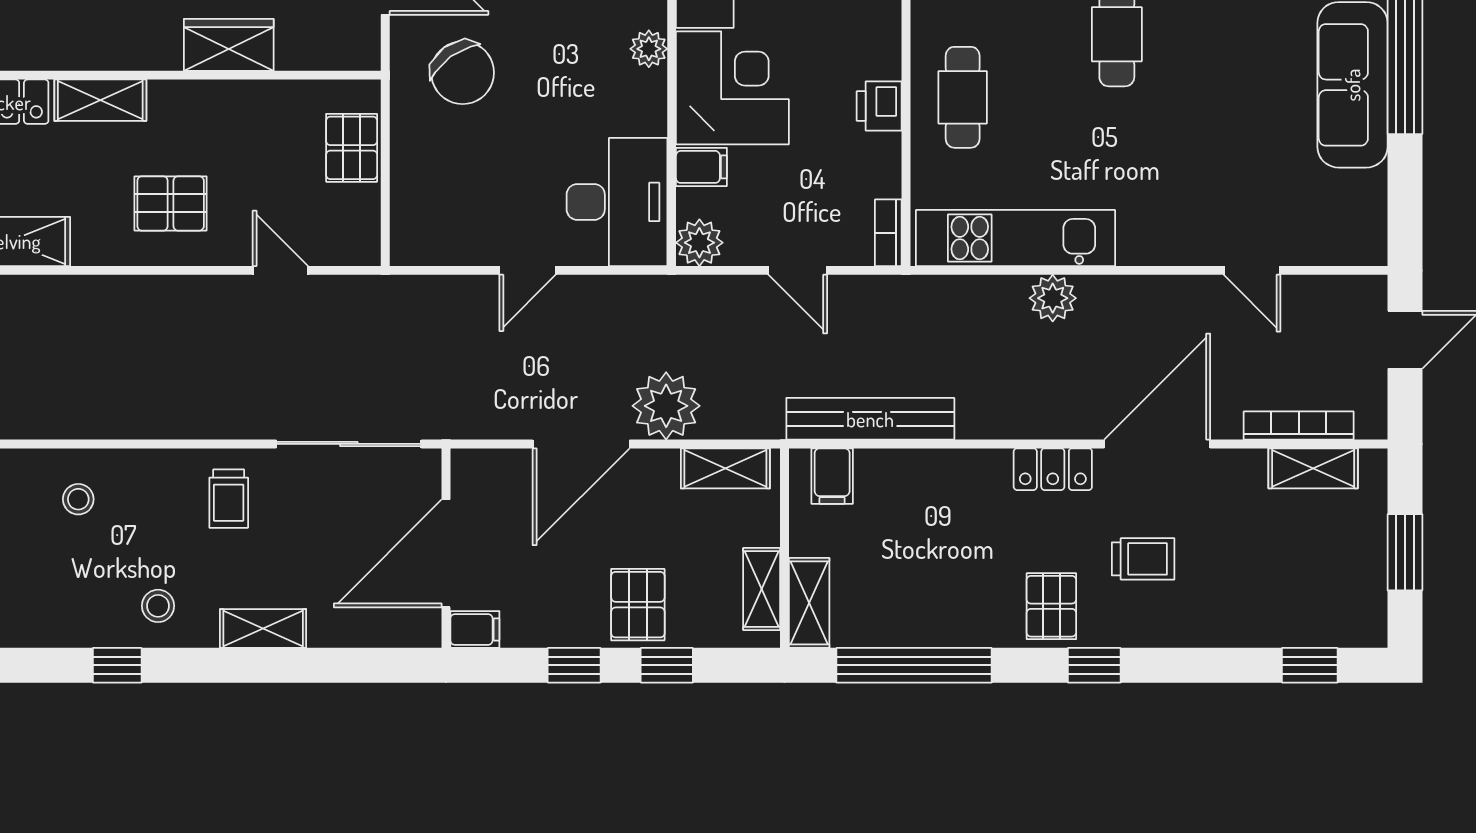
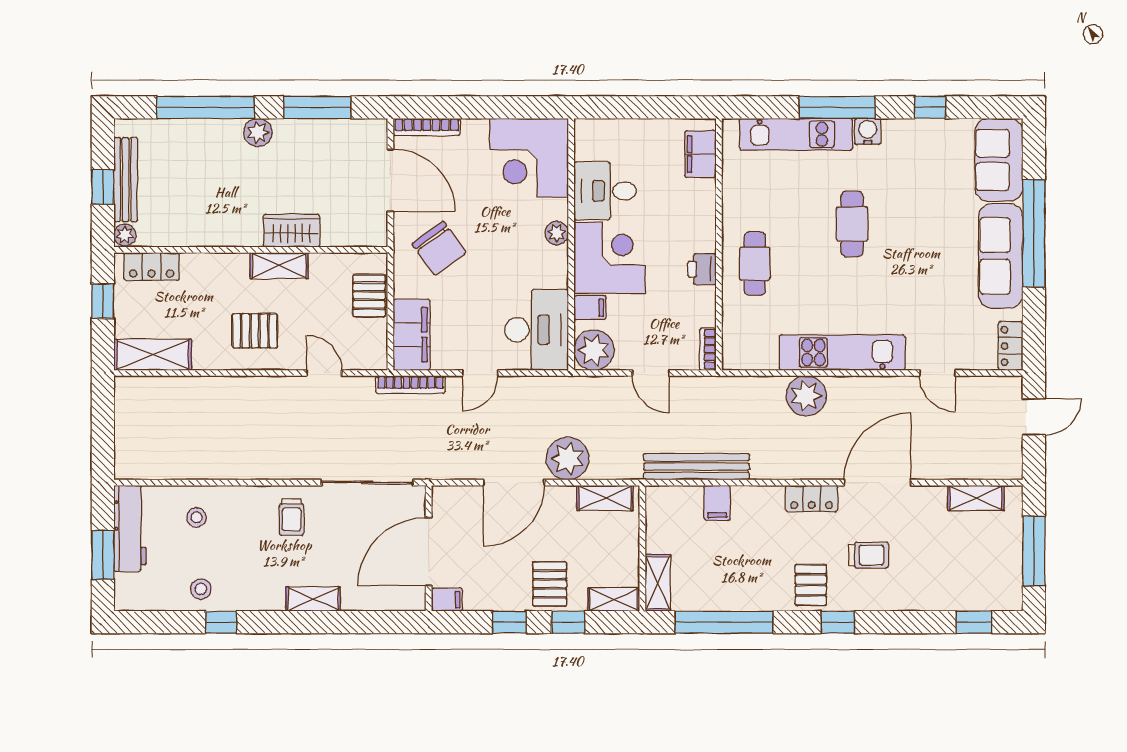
shelving: (100, 100) -> (279, 266), moved
filing cabinet: (419, 210) -> (412, 335), added
locker: (1368, 228) -> (1011, 346), added
kitchen unit: (1016, 238) -> (842, 353), moved
plant: (699, 243) -> (594, 350), width x1.36, depth x1.36
plant: (1053, 298) -> (806, 396), width x1.36, depth x1.36
bookcase: (1299, 426) -> (411, 385), moved, turned 180
filing cabinet: (832, 476) -> (717, 503), moved
window: (1405, 552) -> (1034, 551), width x1.44
shelving: (762, 589) -> (614, 600), moved, turned 90
stool: (158, 606) -> (201, 589), moved

